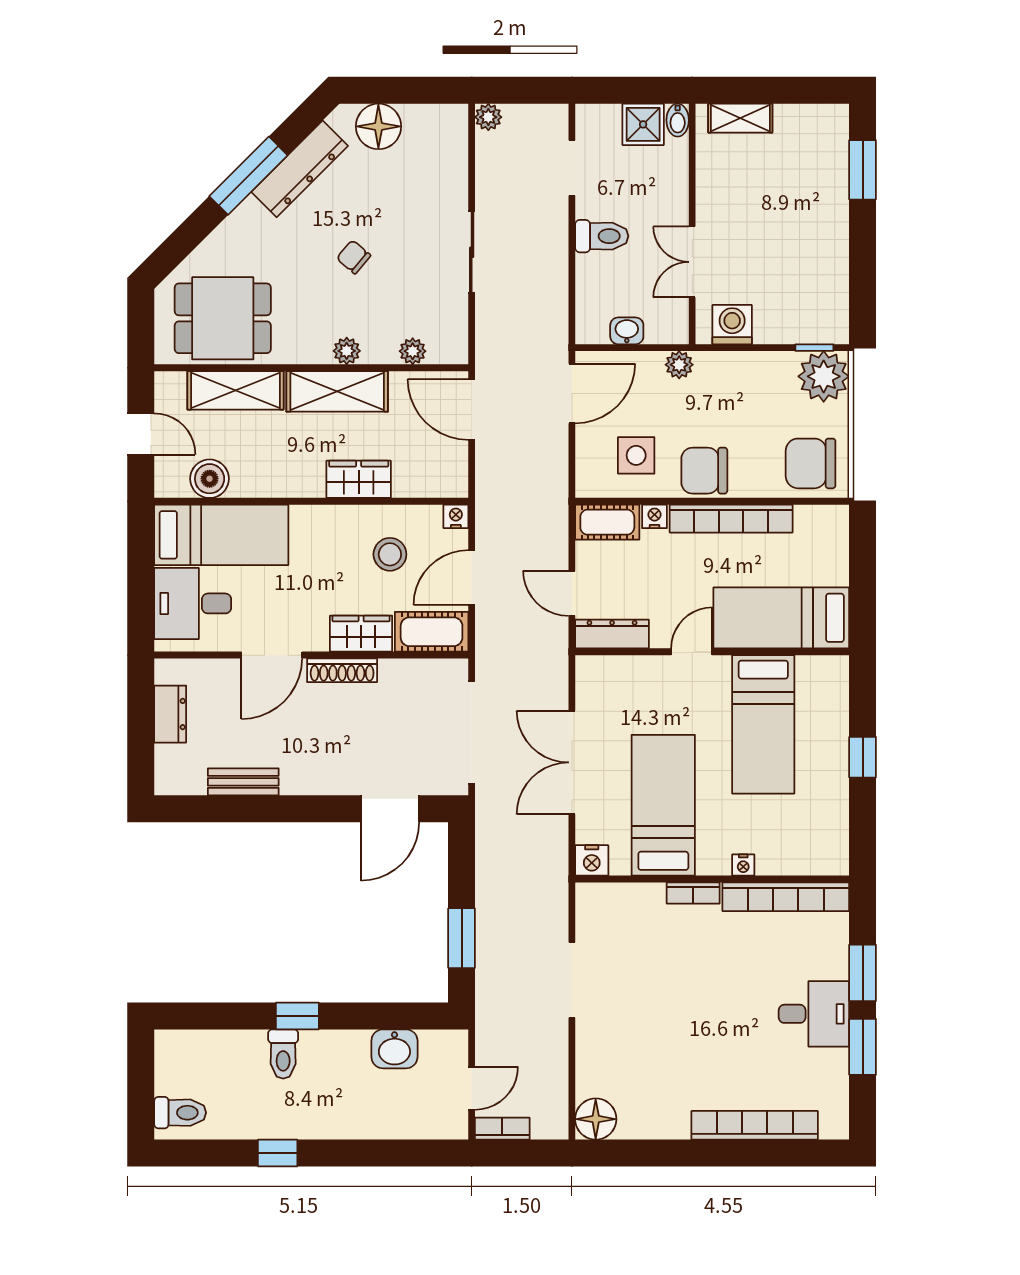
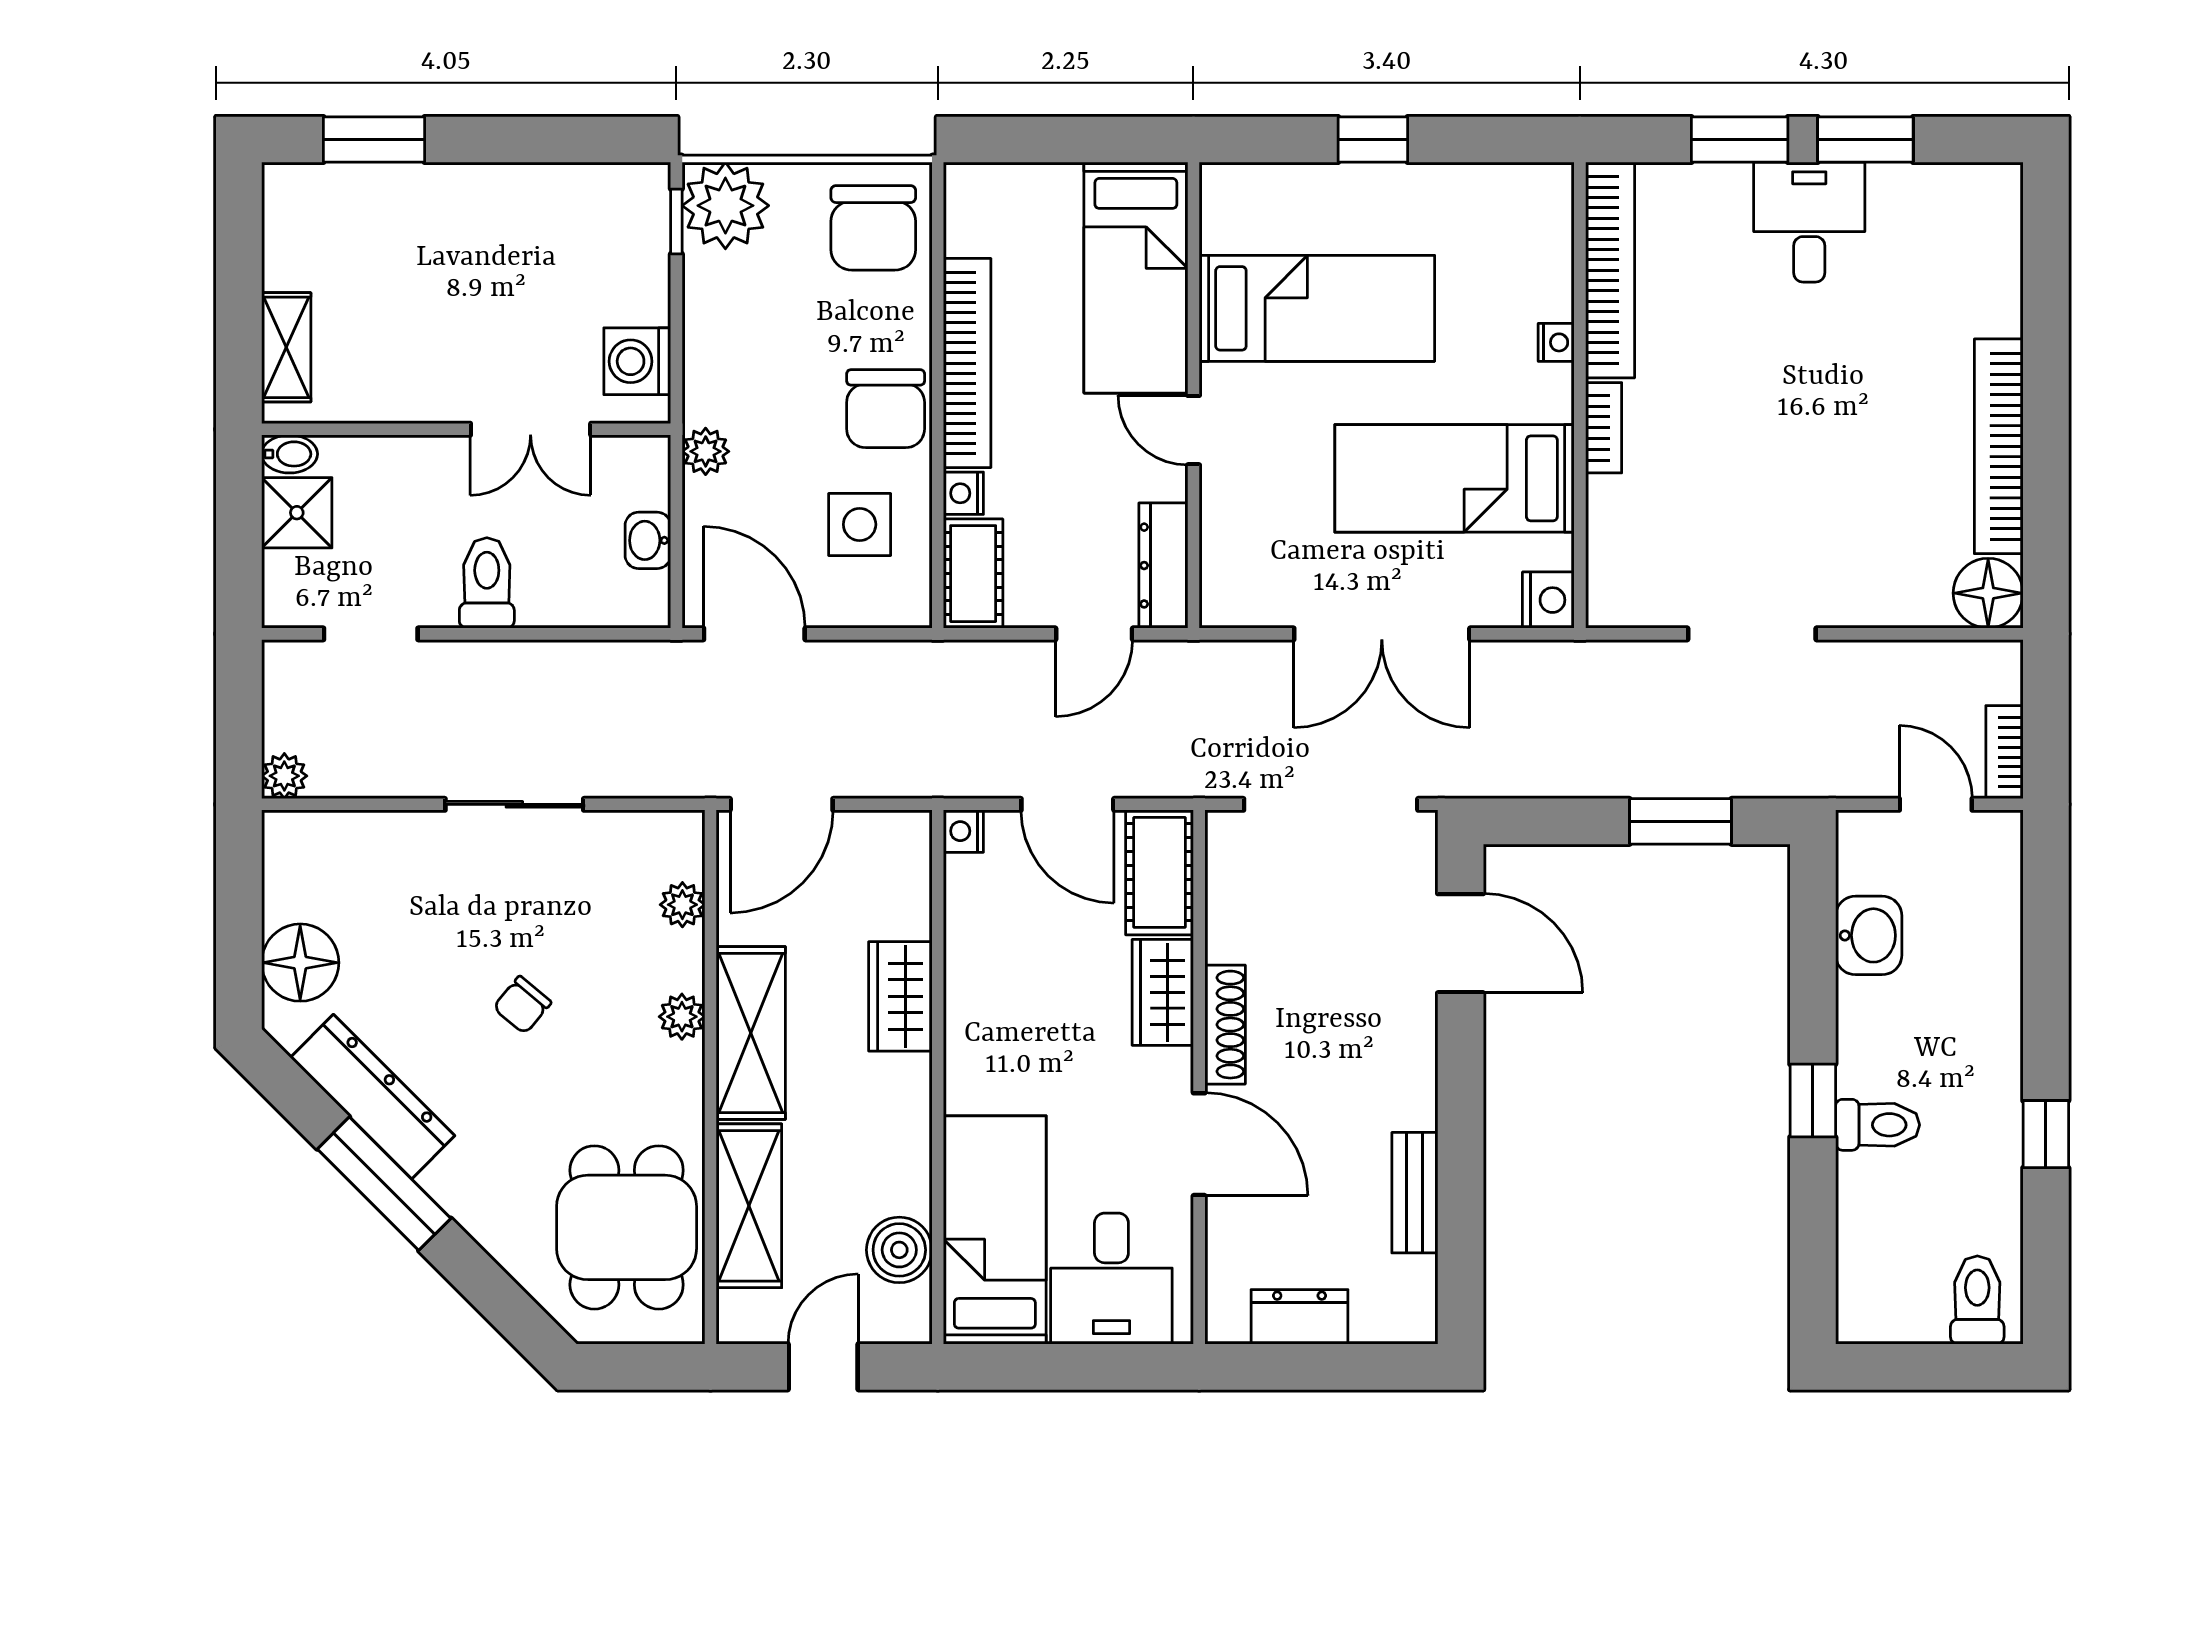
stool: (390, 554) -> (1028, 943), removed
bookcase: (755, 1125) -> (1999, 446), moved

